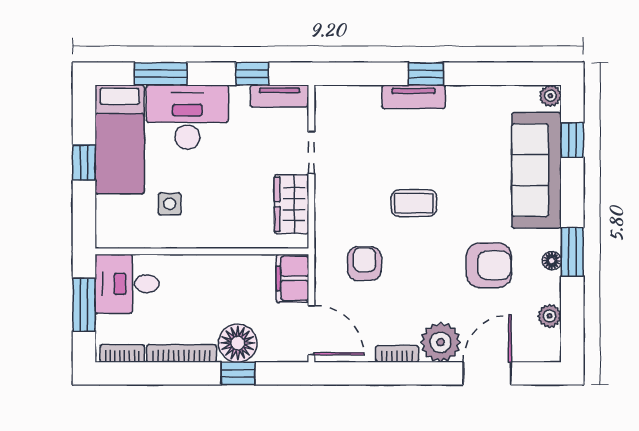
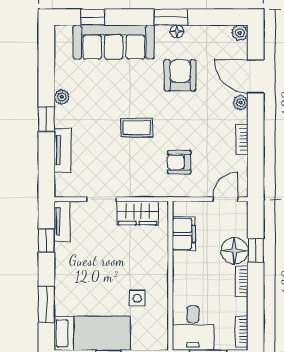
plant: (550, 96) -> (62, 97), moved
tv unit: (414, 97) -> (63, 150), moved
desk: (187, 117) -> (77, 286), removed
coffee table: (414, 203) -> (137, 128), turned 90
filing cabinet: (293, 278) -> (184, 234), moved, turned -90
plant: (550, 316) -> (240, 33), moved
door: (311, 330) -> (225, 199), width x0.73
plant: (441, 342) -> (240, 103), width x0.53, depth x0.53
bookcase: (181, 353) -> (242, 281), width x0.64

